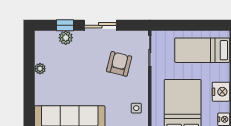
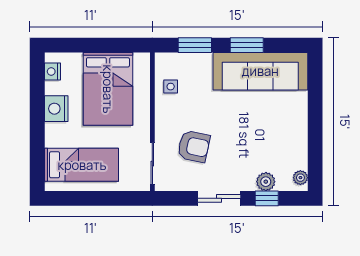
armchair: (119, 64) -> (194, 146), turned -92
plant: (40, 69) -> (300, 178), moved

